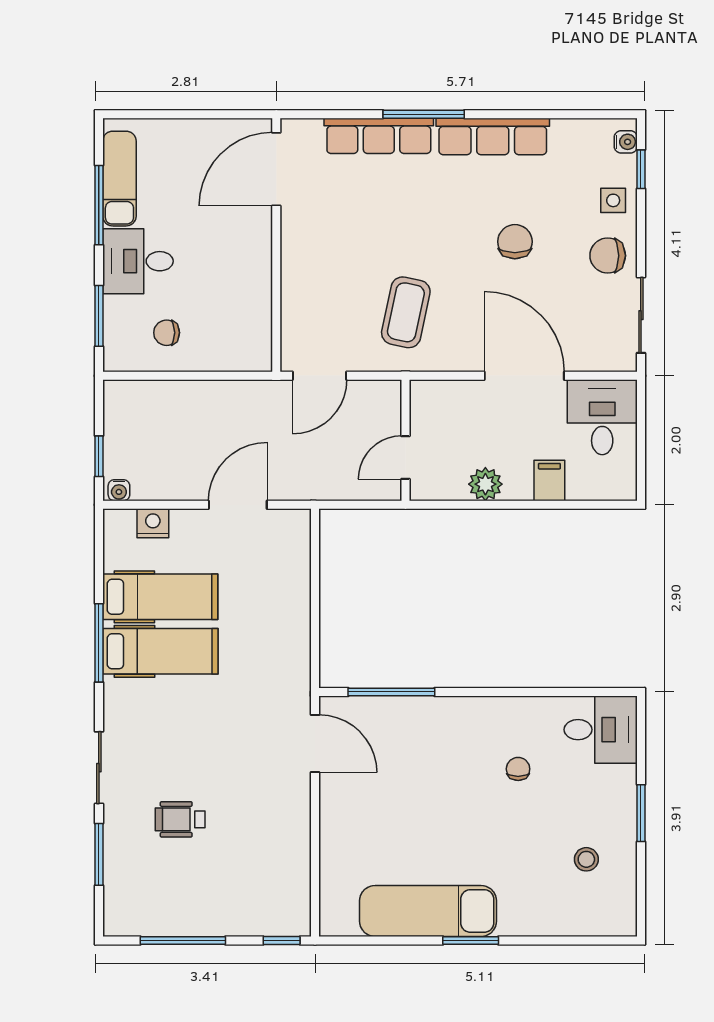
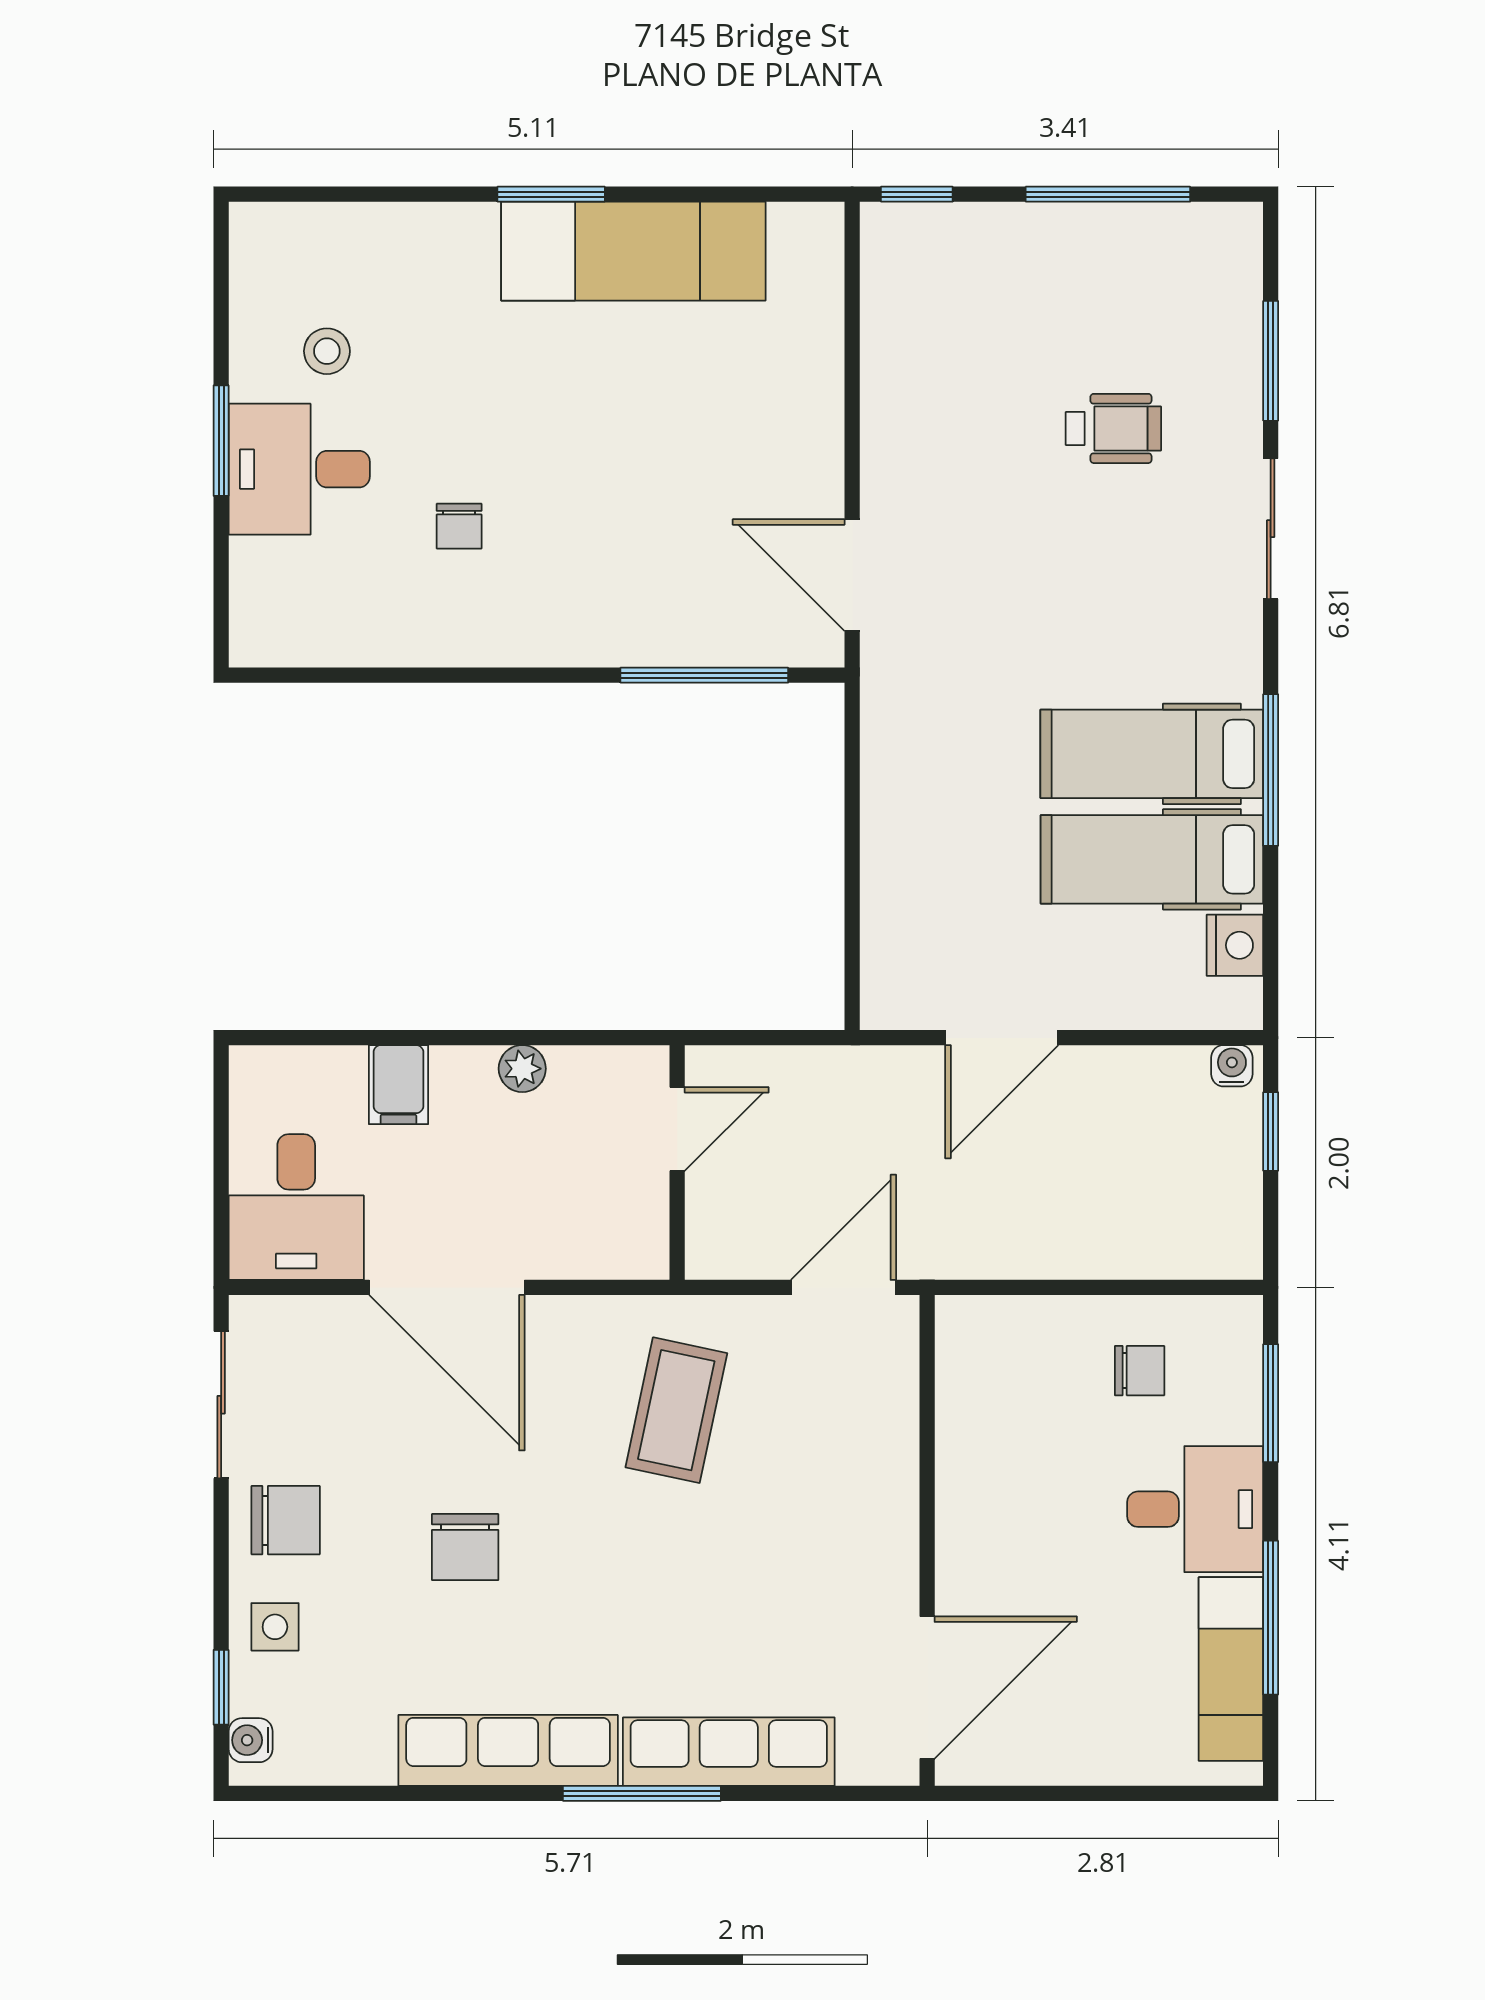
plant: (485, 484) -> (522, 1069), width x0.73, depth x0.73
nightstand: (153, 523) -> (1235, 945), moved, turned -90
desk: (601, 730) -> (299, 469), moved

